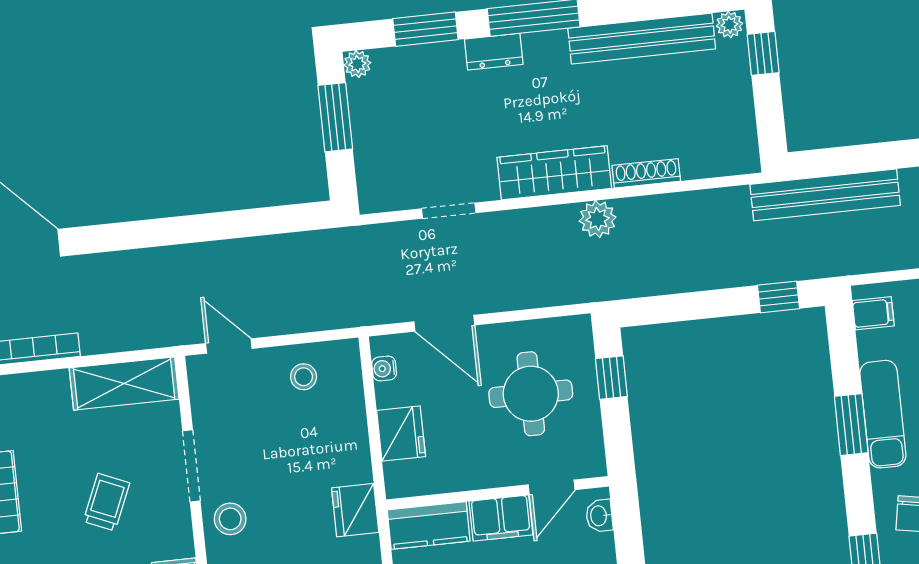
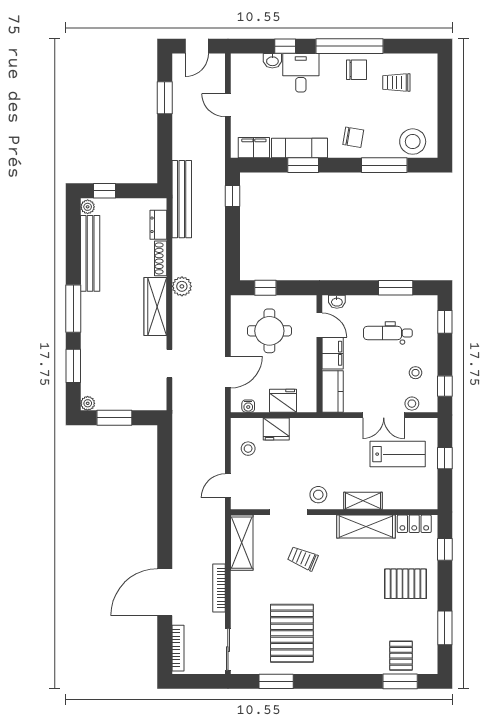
dresser: (494, 52) -> (158, 225), moved, turned 180
bench: (825, 195) -> (182, 199), moved
filing cabinet: (873, 313) -> (254, 148), width x2.00
fridge: (355, 510) -> (276, 429), moved

